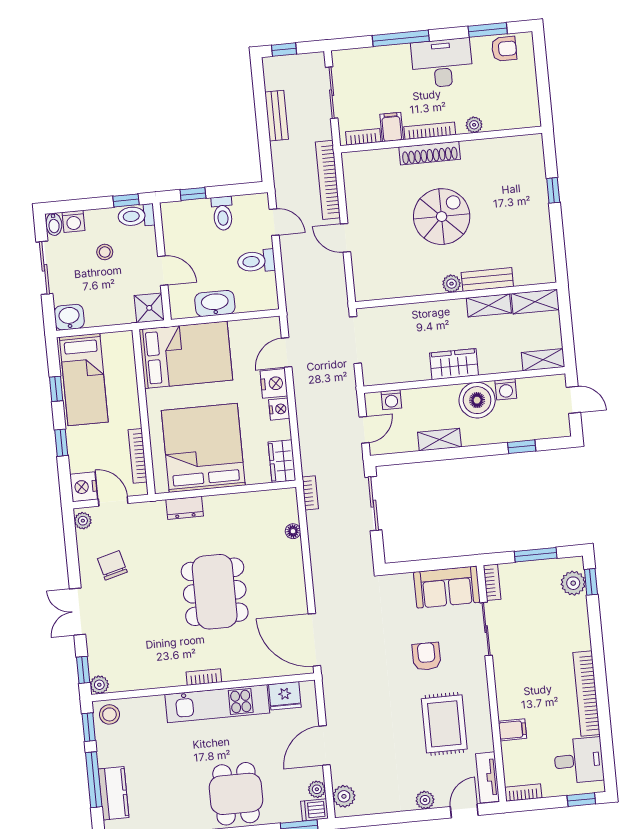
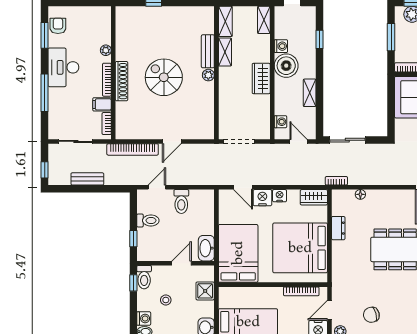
washbasin: (215, 303) -> (206, 248), moved
shower: (149, 308) -> (205, 291), moved
dresser: (185, 508) -> (338, 228), moved

